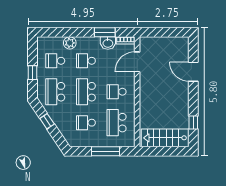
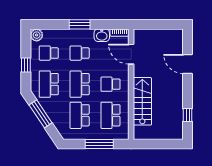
window: (105, 32) -> (80, 24), moved
plant: (70, 43) -> (37, 35), moved
door: (137, 62) -> (131, 54), hinge flipped
window: (47, 121) -> (41, 114), width x2.17
school desk: (86, 123) -> (80, 115), width x1.85
stairs: (165, 138) -> (142, 101), moved, turned 90

